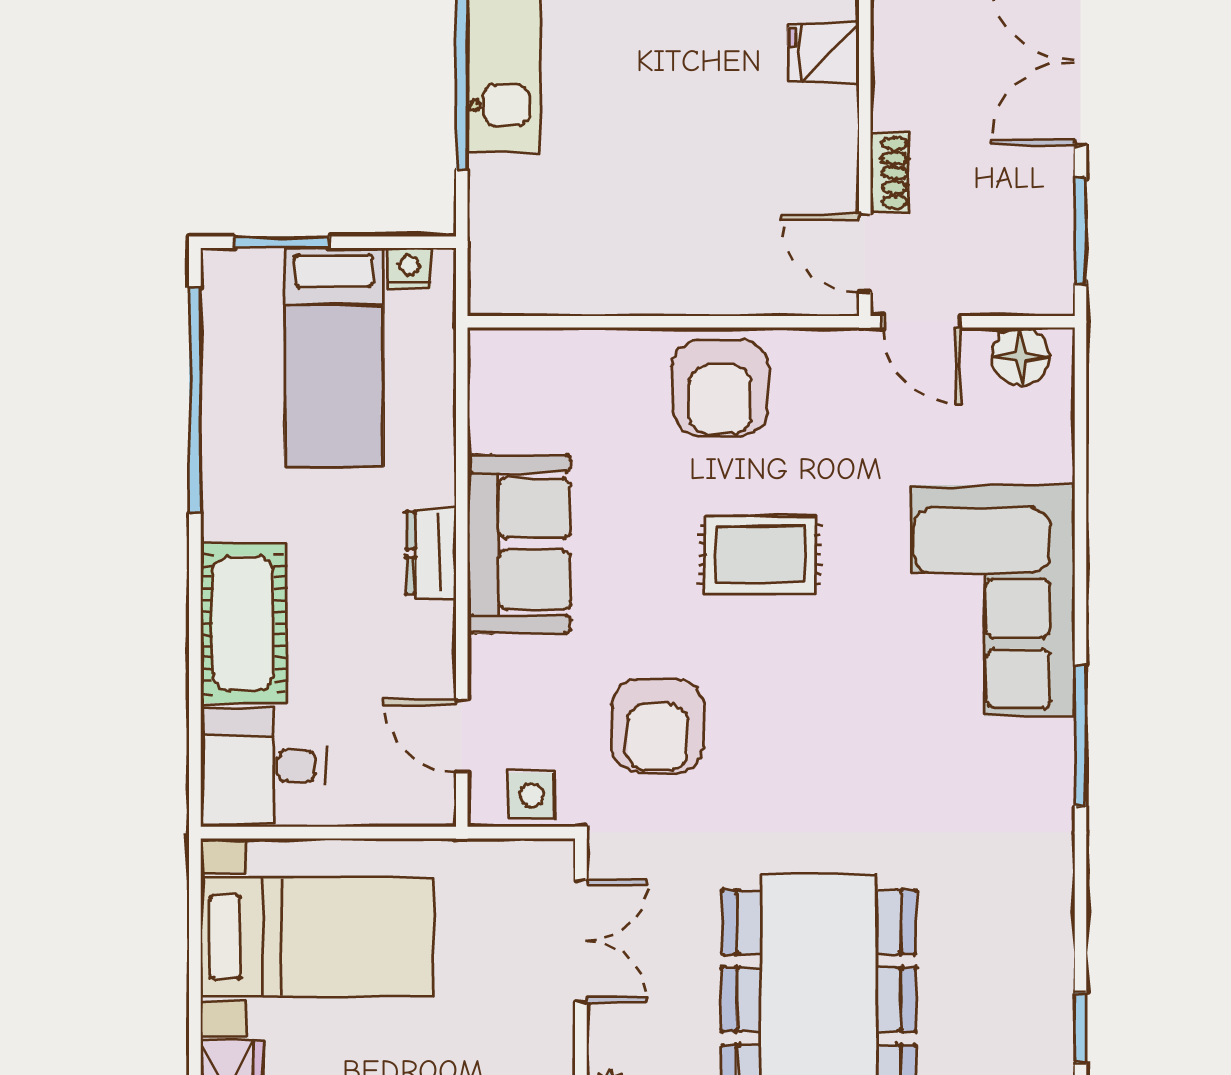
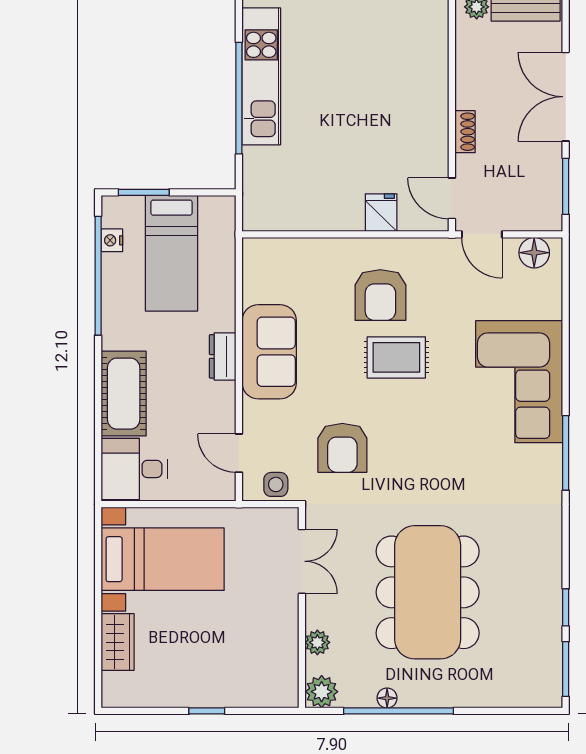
fridge: (823, 53) -> (381, 213), moved, turned 90
shoe rack: (890, 173) -> (465, 132), moved
nightstand: (409, 268) -> (112, 240), moved, turned -90
armchair: (720, 388) -> (380, 295), moved

